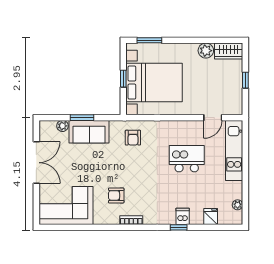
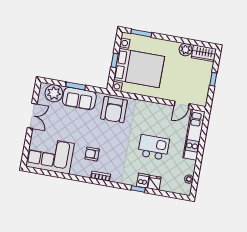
plant: (62, 126) -> (54, 93), width x1.87, depth x1.87
armchair: (133, 138) -> (114, 110), width x1.88, depth x1.88
kitchen island: (187, 159) -> (154, 147), moved
double door: (36, 163) -> (32, 116), width x0.73
fridge: (211, 217) -> (154, 183), moved

